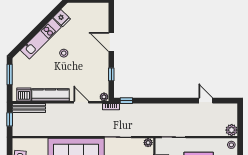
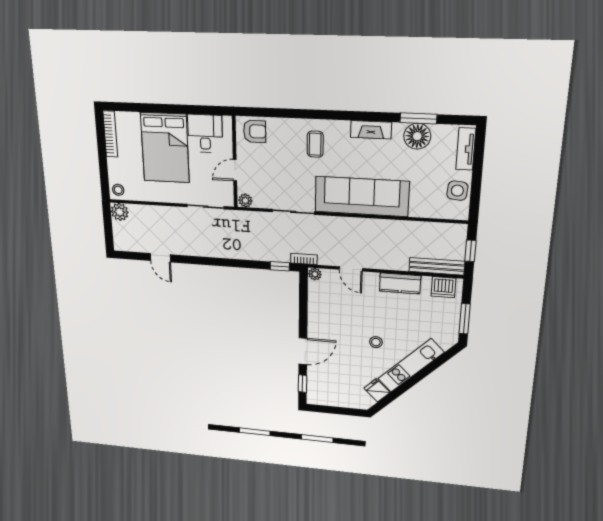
door: (111, 42) -> (303, 351), hinge flipped
window: (111, 74) -> (303, 384), moved
kitchen counter: (50, 95) -> (400, 283), width x0.67

